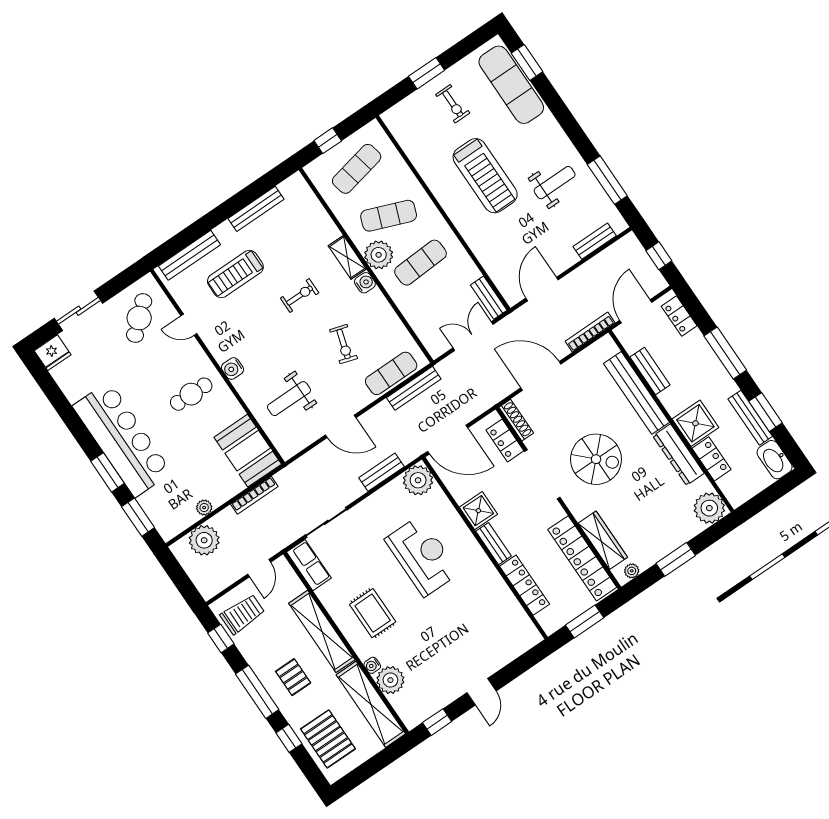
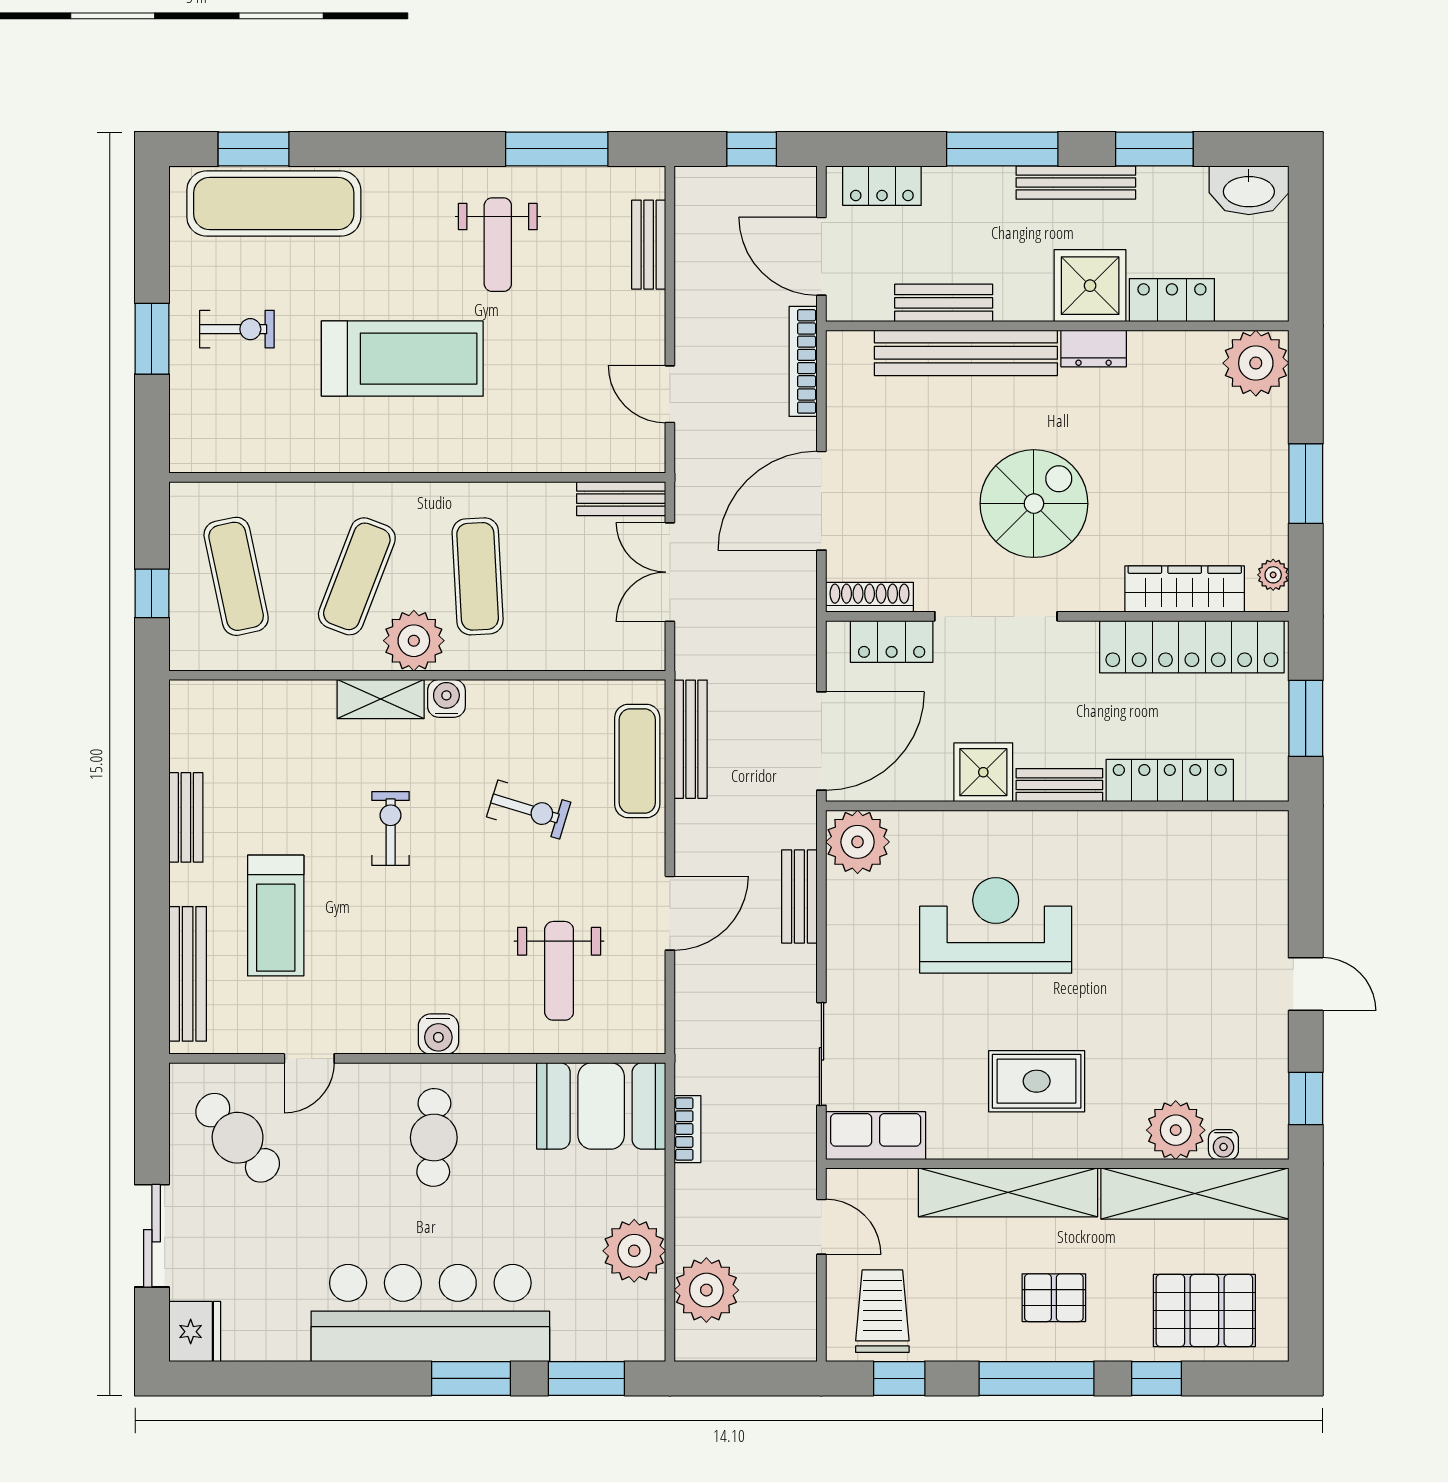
weight bench: (555, 183) -> (498, 245), turned 180
bench: (256, 209) -> (186, 817), width x0.73
door: (542, 289) -> (670, 394), width x0.73
bench: (750, 418) -> (1076, 183), moved
dresser: (679, 455) -> (1094, 348), width x0.51, depth x0.80
bookcase: (254, 495) -> (687, 1129), width x0.64
plant: (204, 508) -> (634, 1251), width x1.88, depth x1.88
water cooler: (372, 665) -> (1223, 1145), moved

